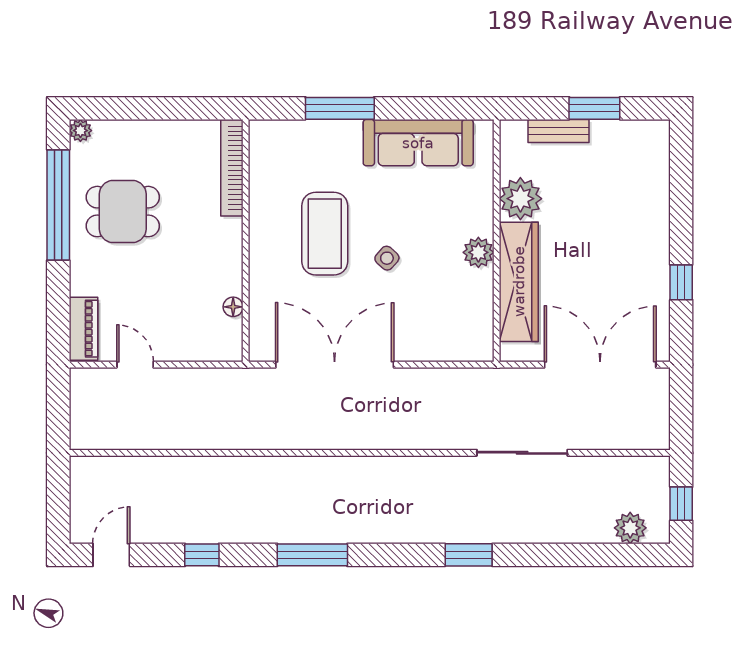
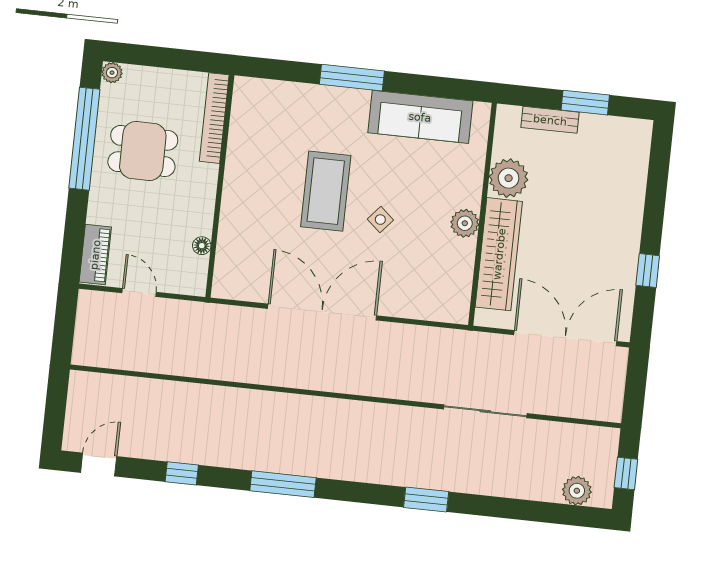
bookcase: (232, 168) -> (214, 118), moved
wall: (246, 241) -> (220, 186), moved
floor lamp: (233, 307) -> (202, 246), moved

